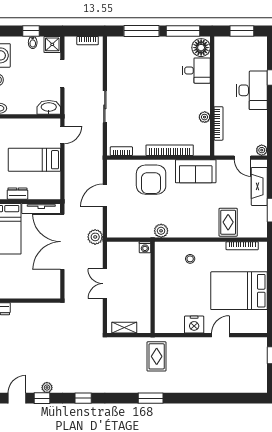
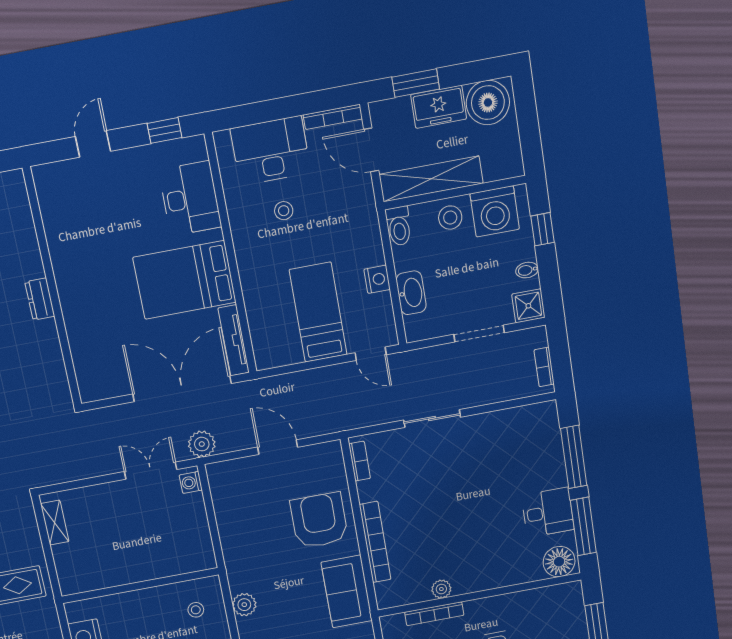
window: (31, 31) -> (542, 229), moved
desk: (196, 71) -> (548, 512), moved, turned -90
washbasin: (49, 107) -> (411, 293), moved
nightstand: (23, 125) -> (377, 279), added
armchair: (151, 180) -> (319, 520), turned 90
dresser: (17, 194) -> (252, 293), removed
plant: (161, 231) -> (244, 605), moved
washing machine: (145, 247) -> (191, 483), moved
double door: (105, 284) -> (151, 471), moved
wall: (153, 287) -> (140, 585), moved

